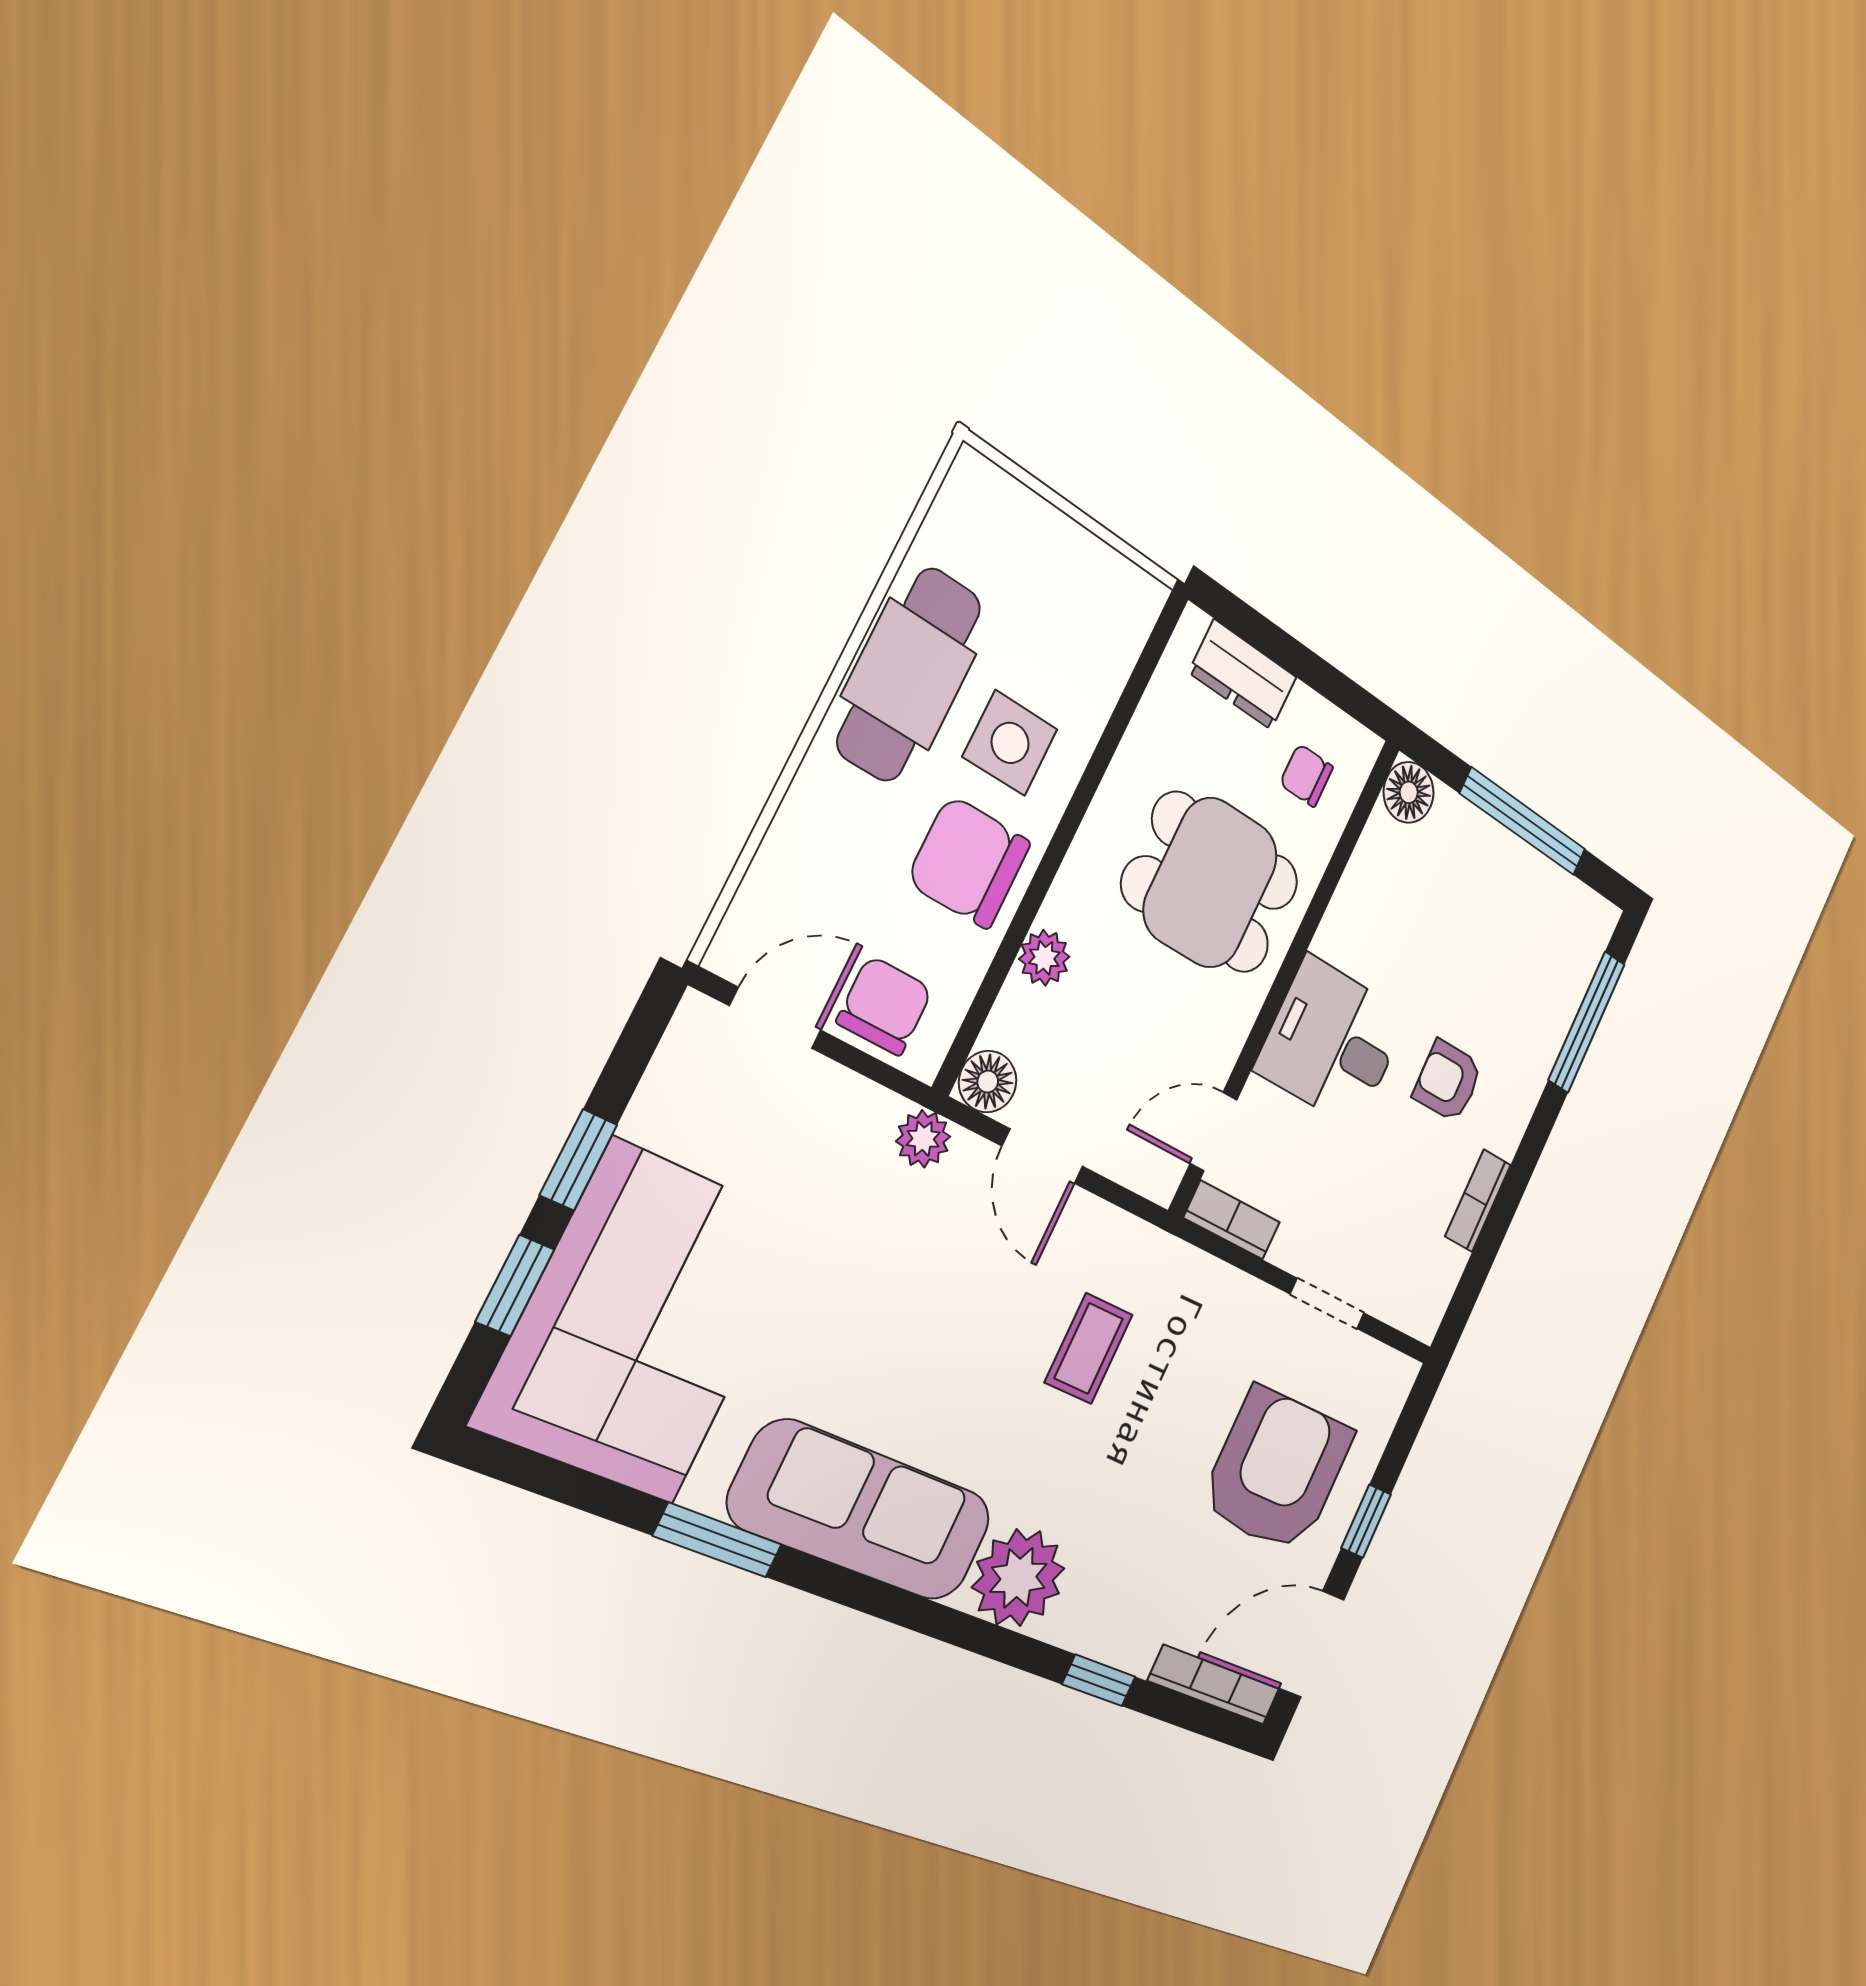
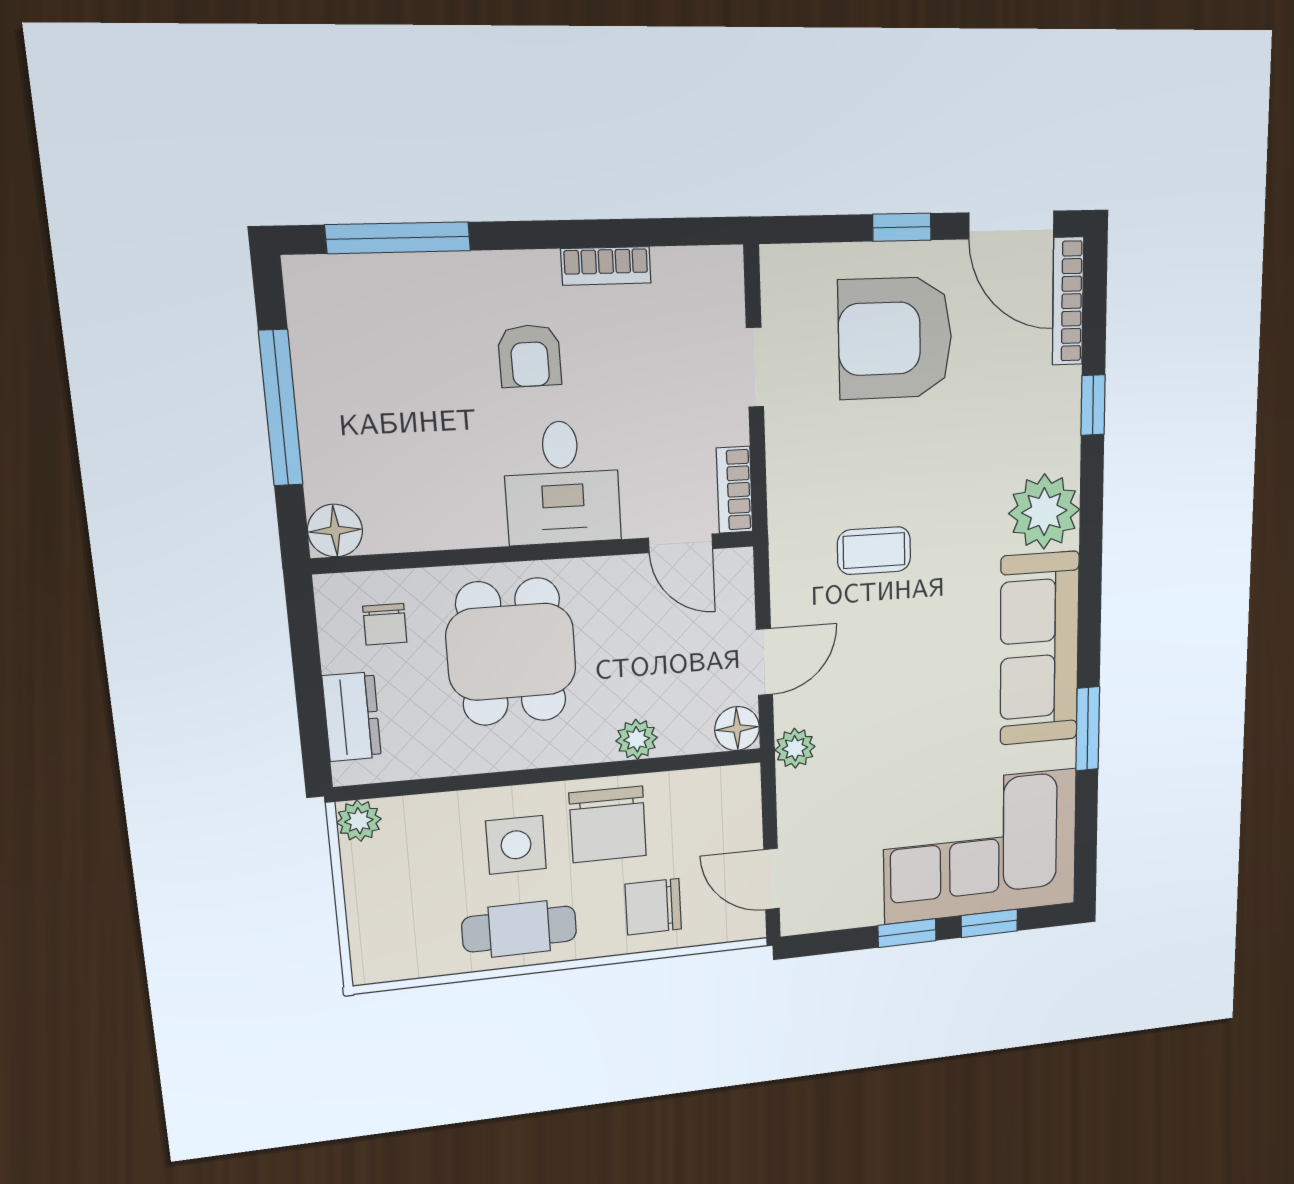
plant: (1139, 598) -> (359, 821), added
cafe table: (909, 675) -> (519, 929), width x0.73, depth x0.74
chair: (885, 1006) -> (653, 907), moved

